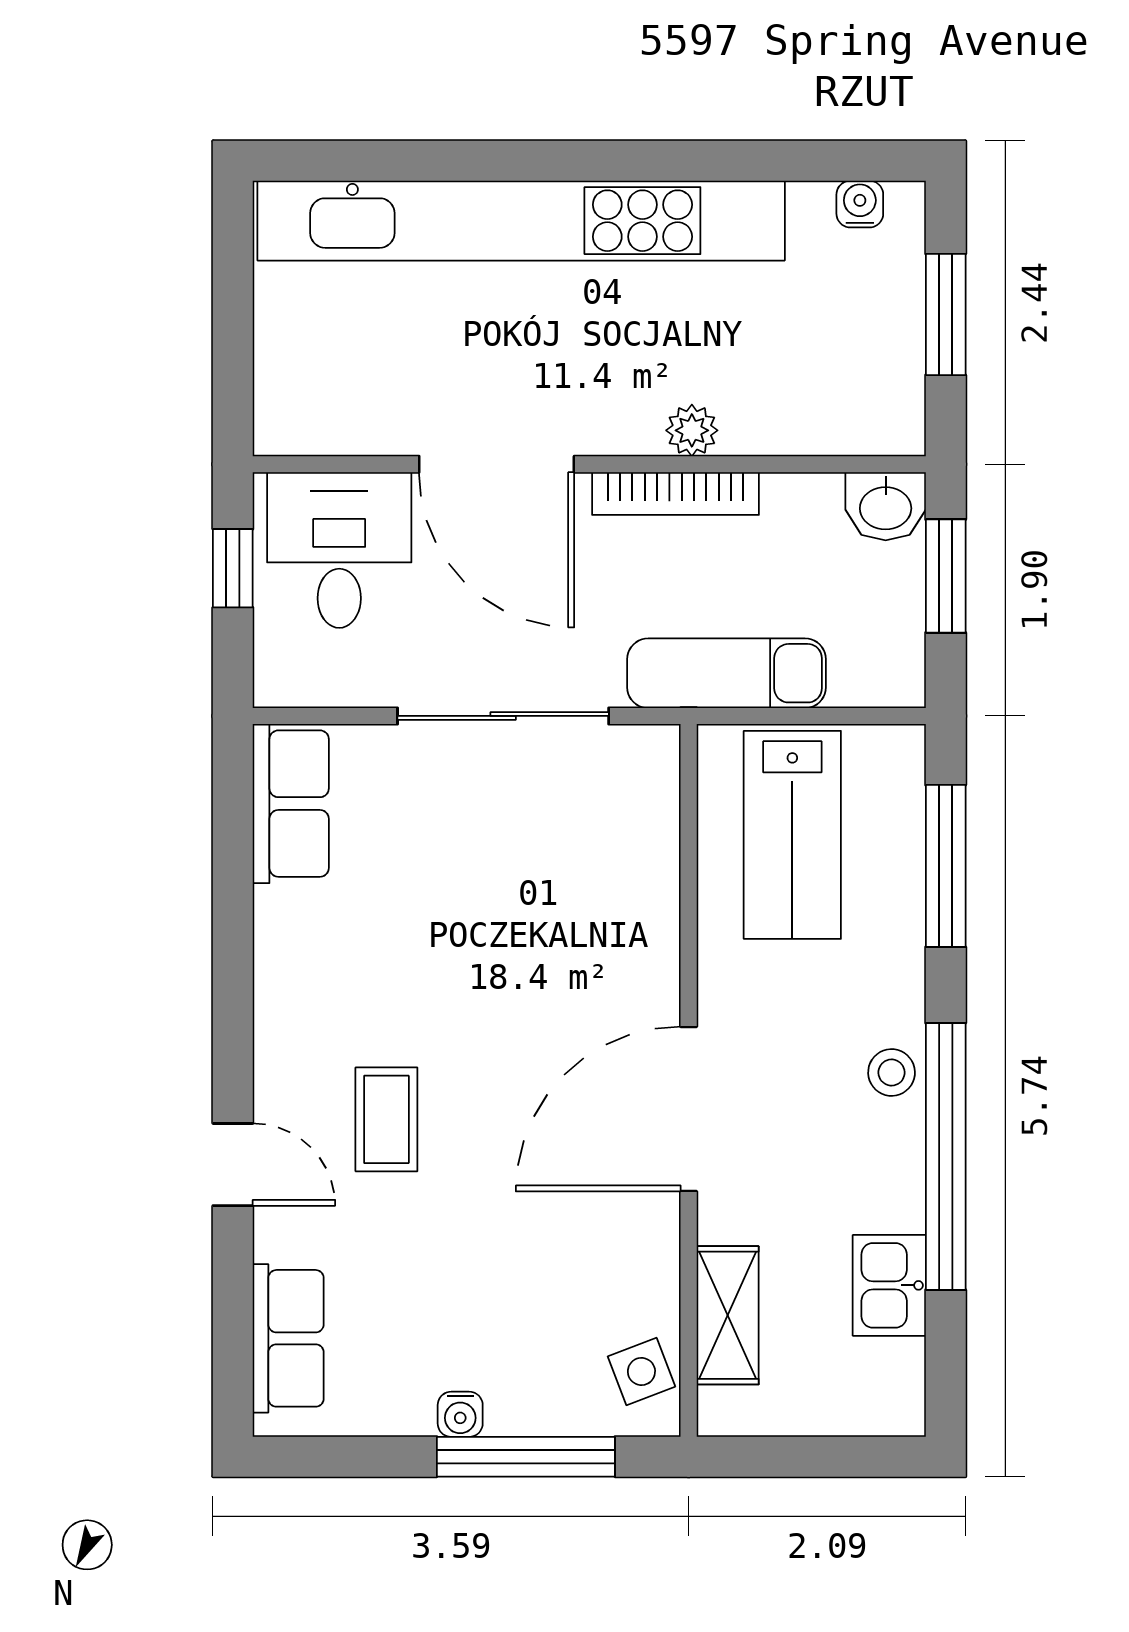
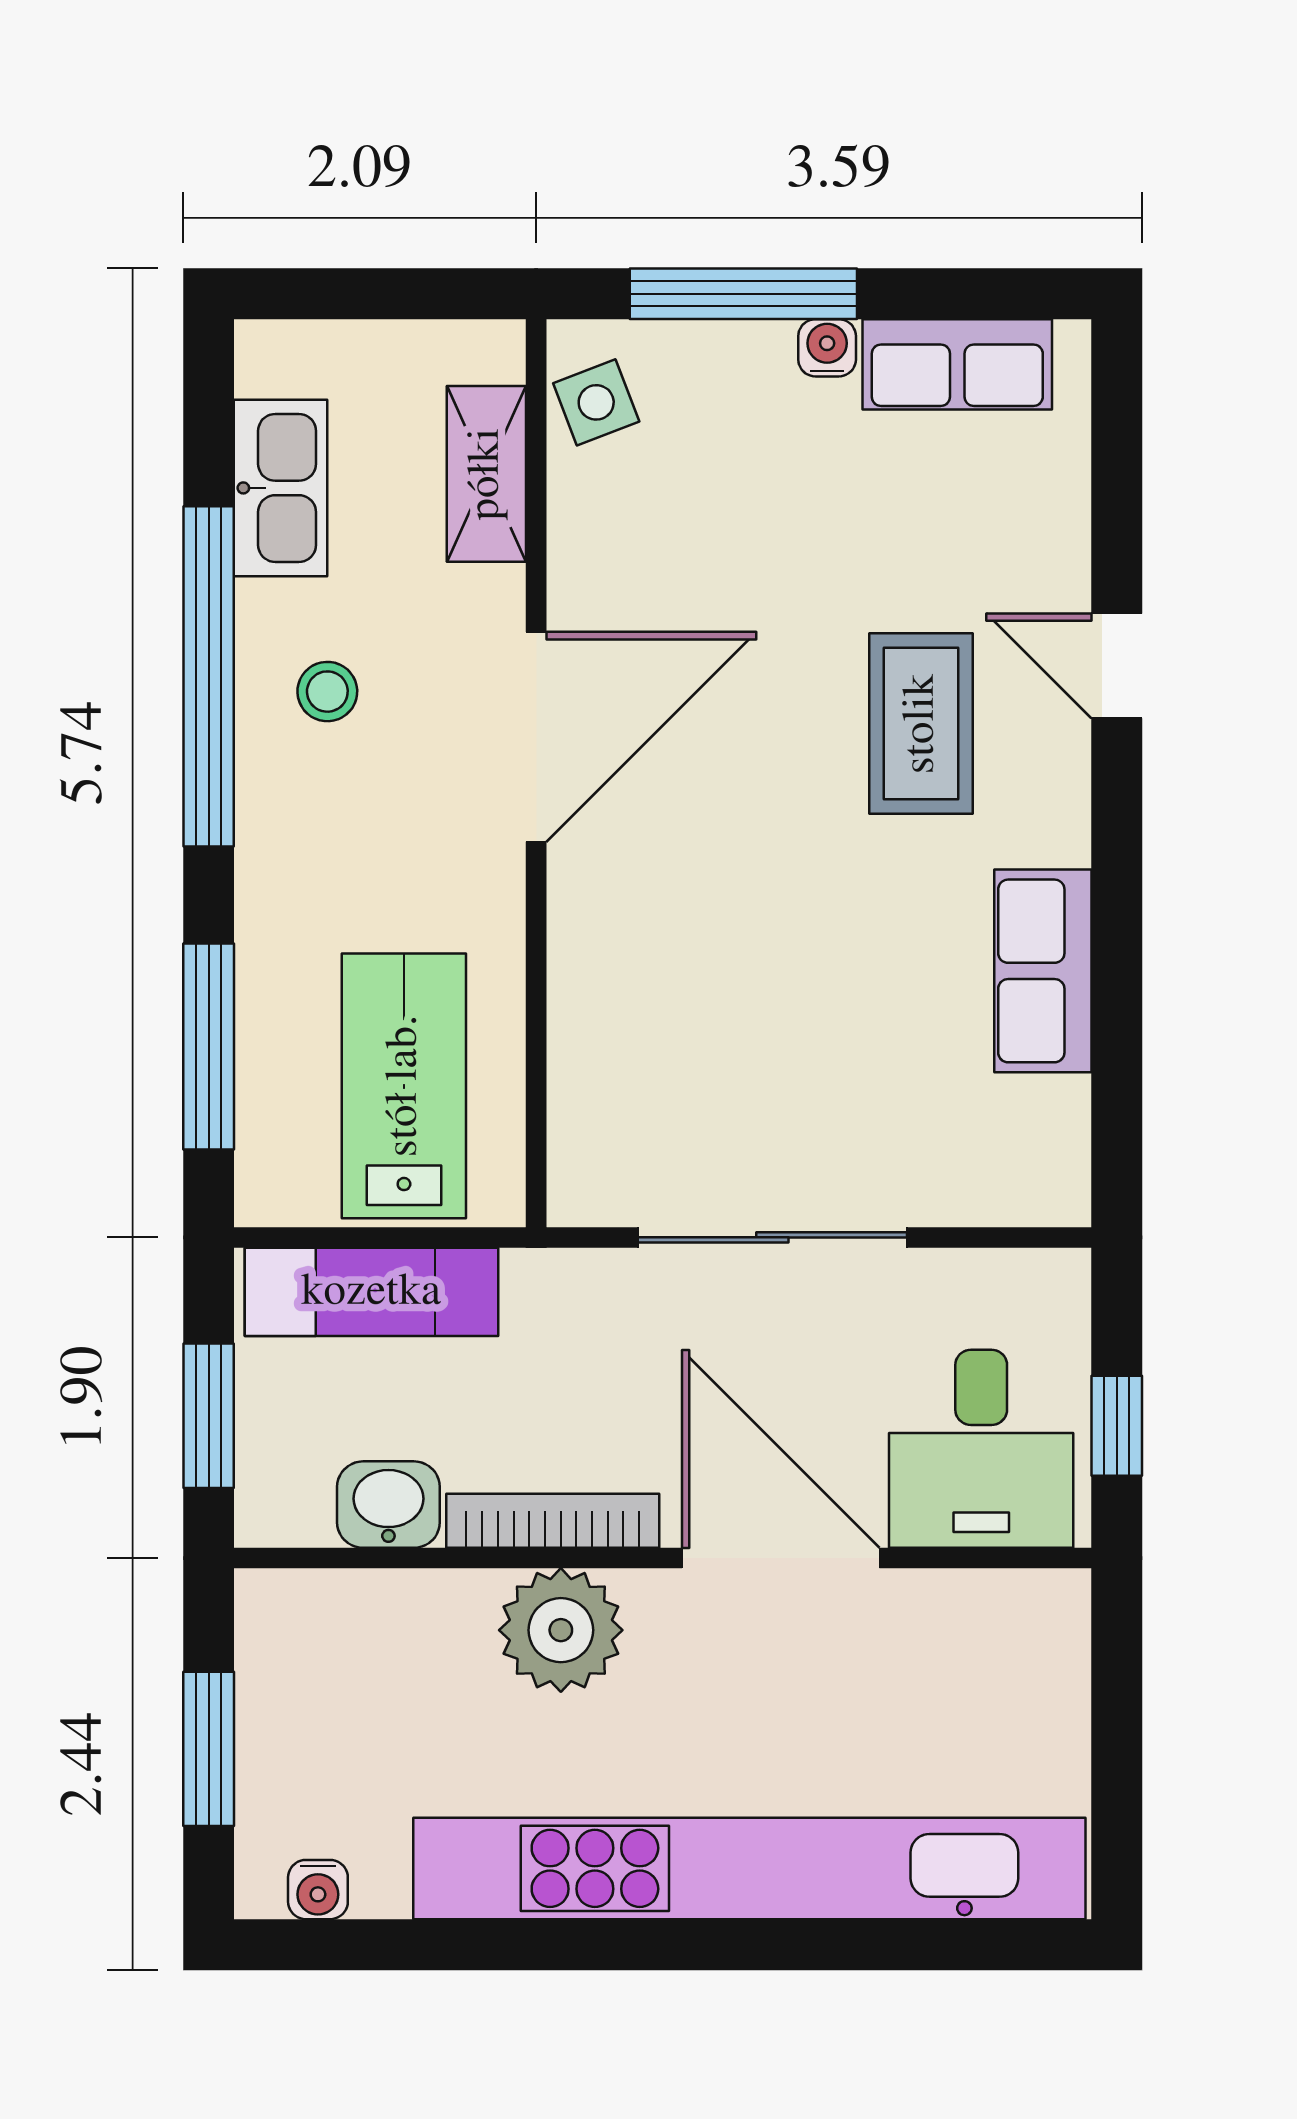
plant: (692, 430) -> (561, 1630), width x1.88, depth x1.88
washbasin: (886, 506) -> (388, 1505), moved
exam couch: (727, 673) -> (371, 1292), moved
row of seats: (291, 804) -> (1043, 971), moved
stool: (892, 1073) -> (327, 692), moved
coffee table: (386, 1119) -> (921, 724), width x1.36, depth x1.30
kitchen sink: (889, 1285) -> (281, 488), width x1.38
row of seats: (288, 1338) -> (957, 364), moved, turned -90

